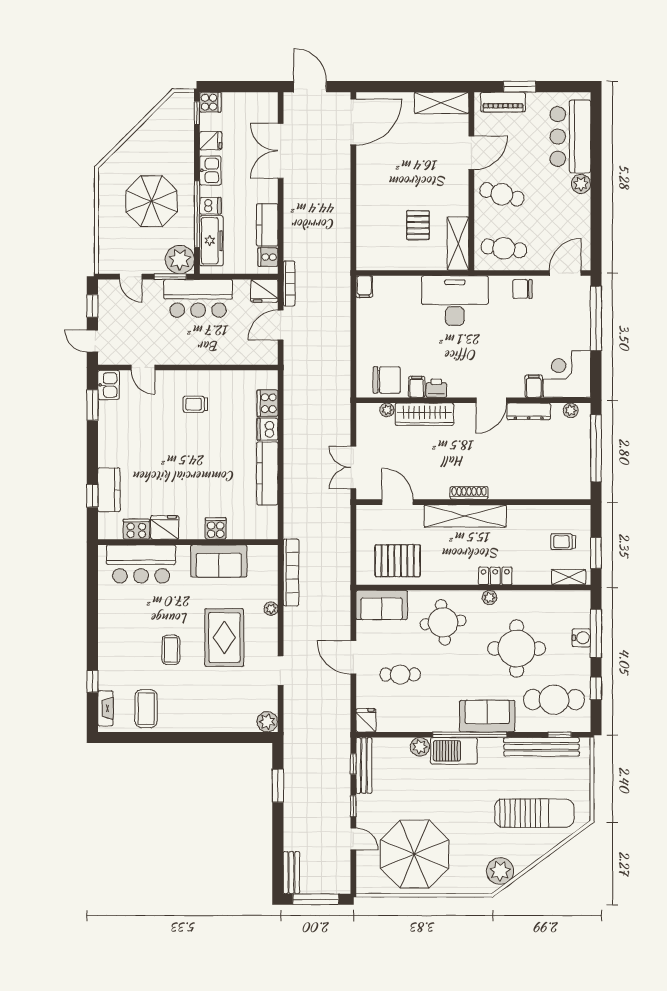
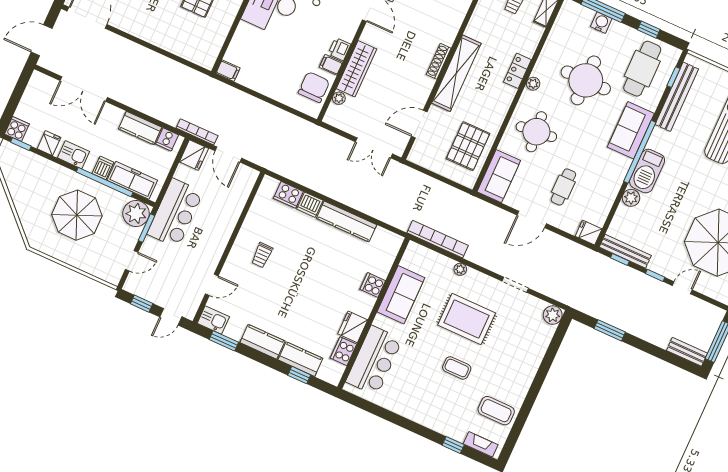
kitchen counter: (109, 444) -> (262, 342), added

